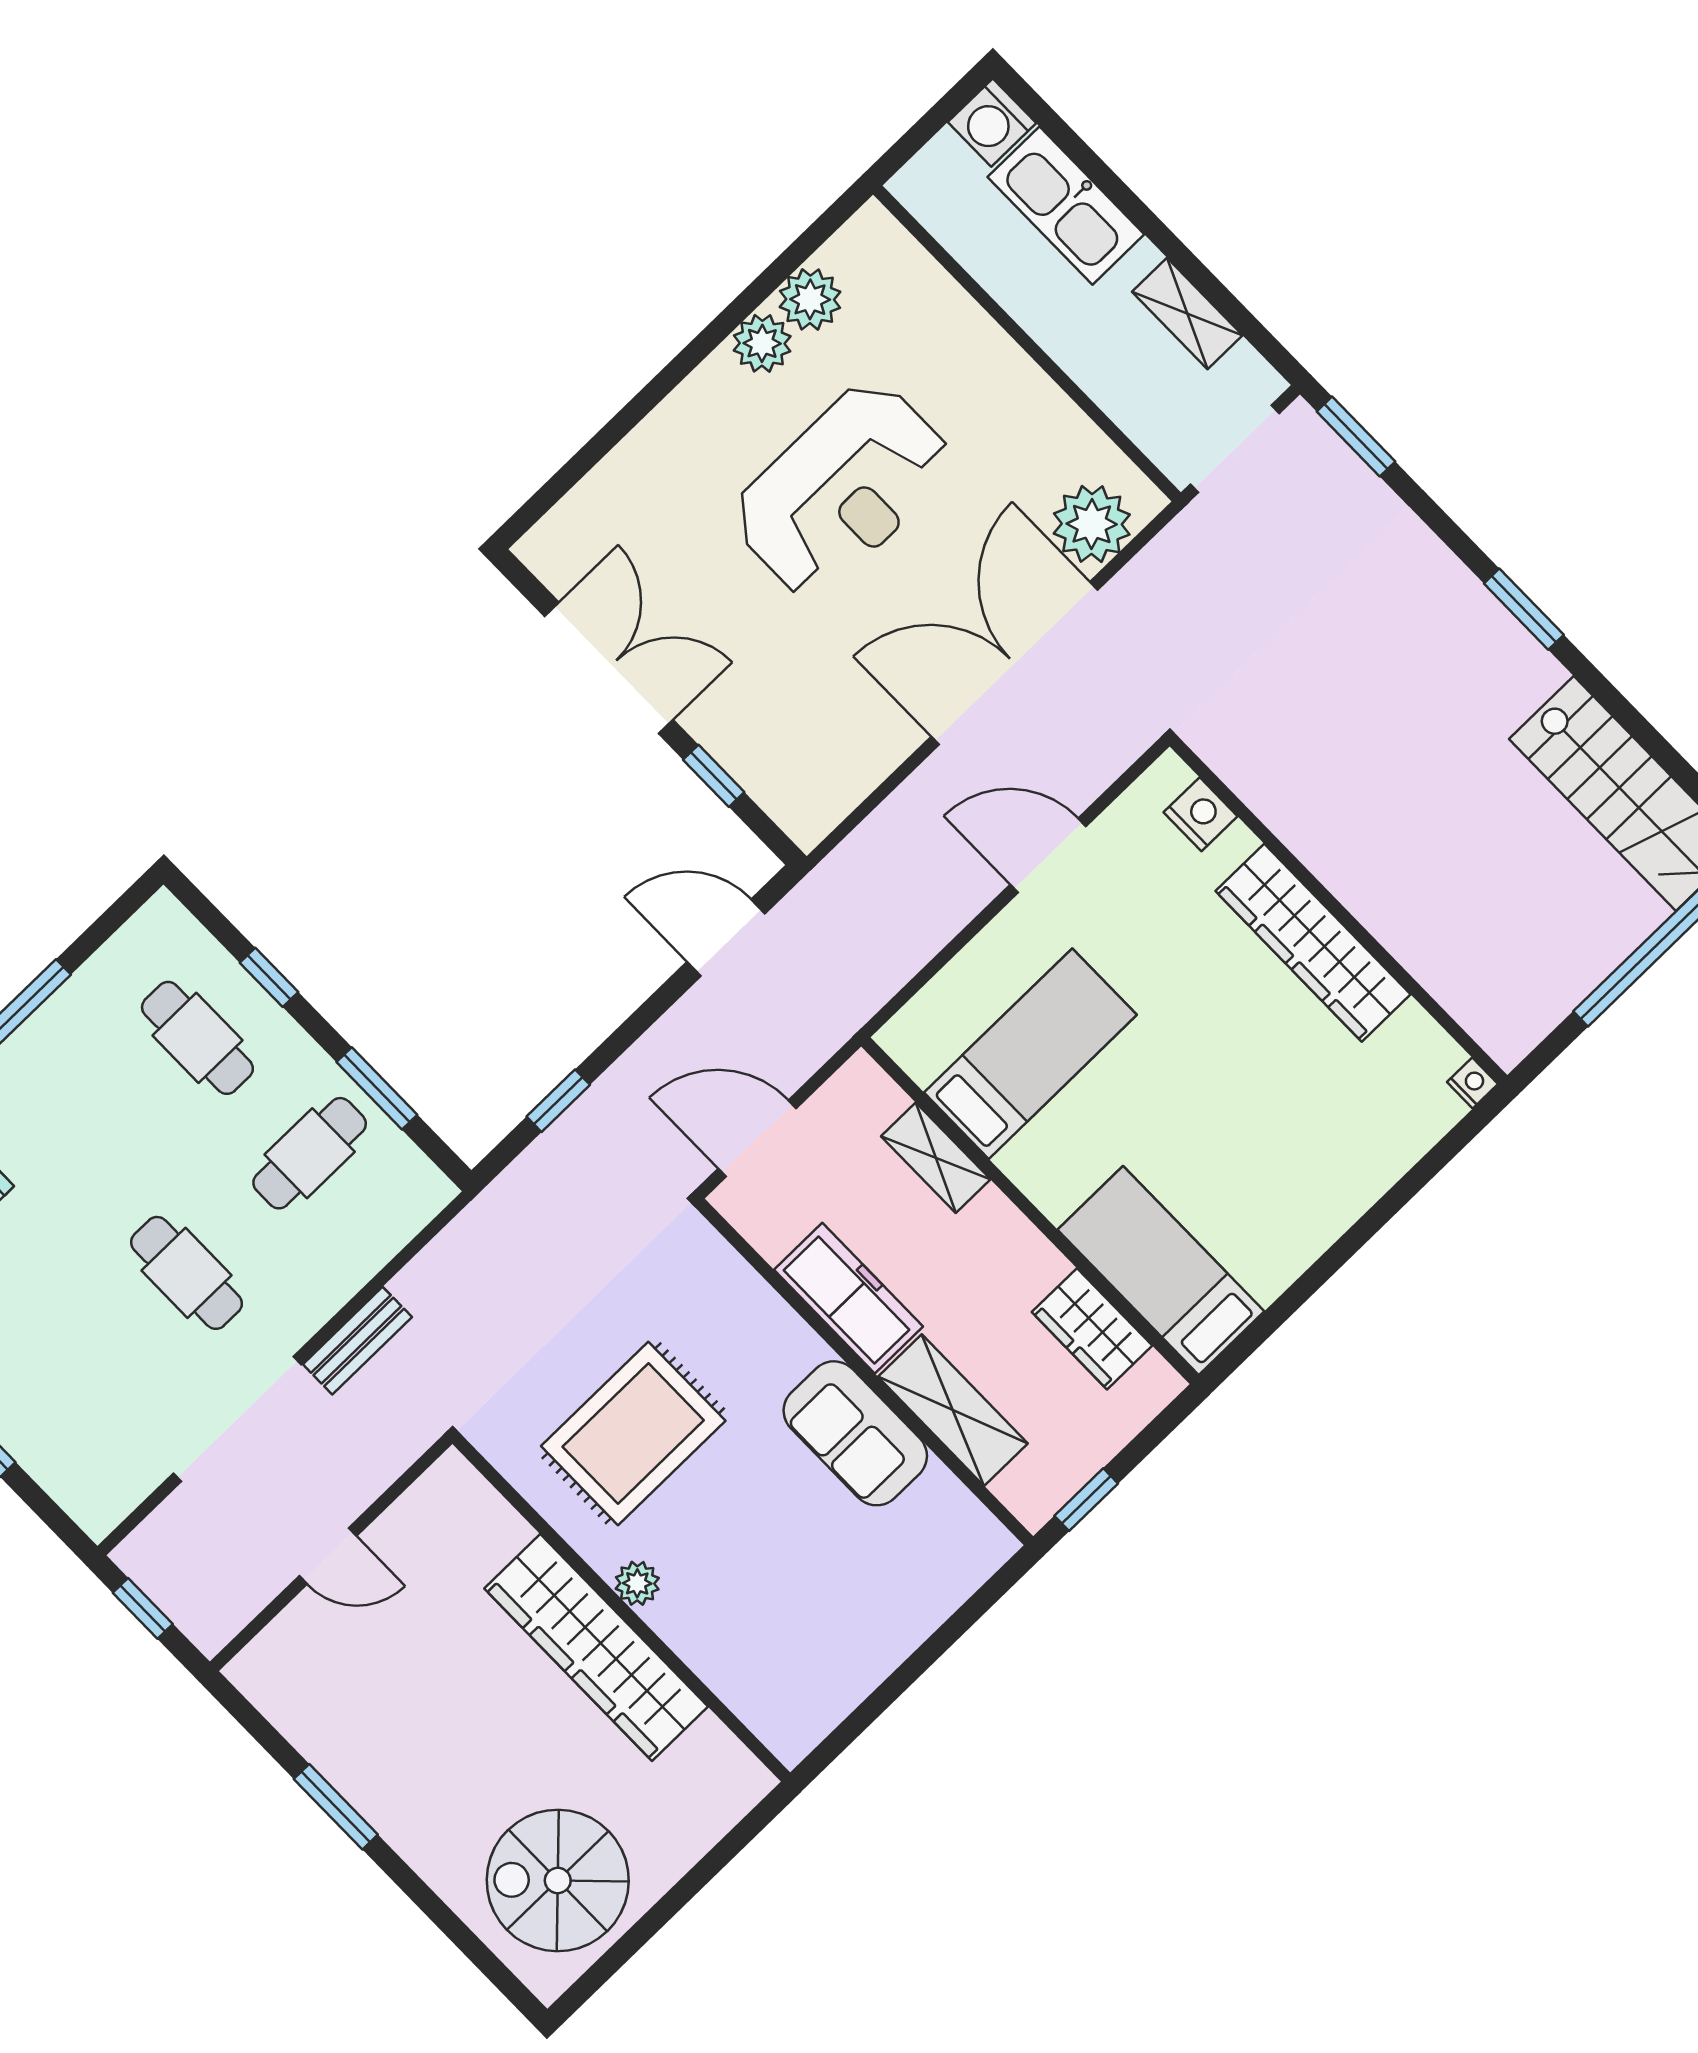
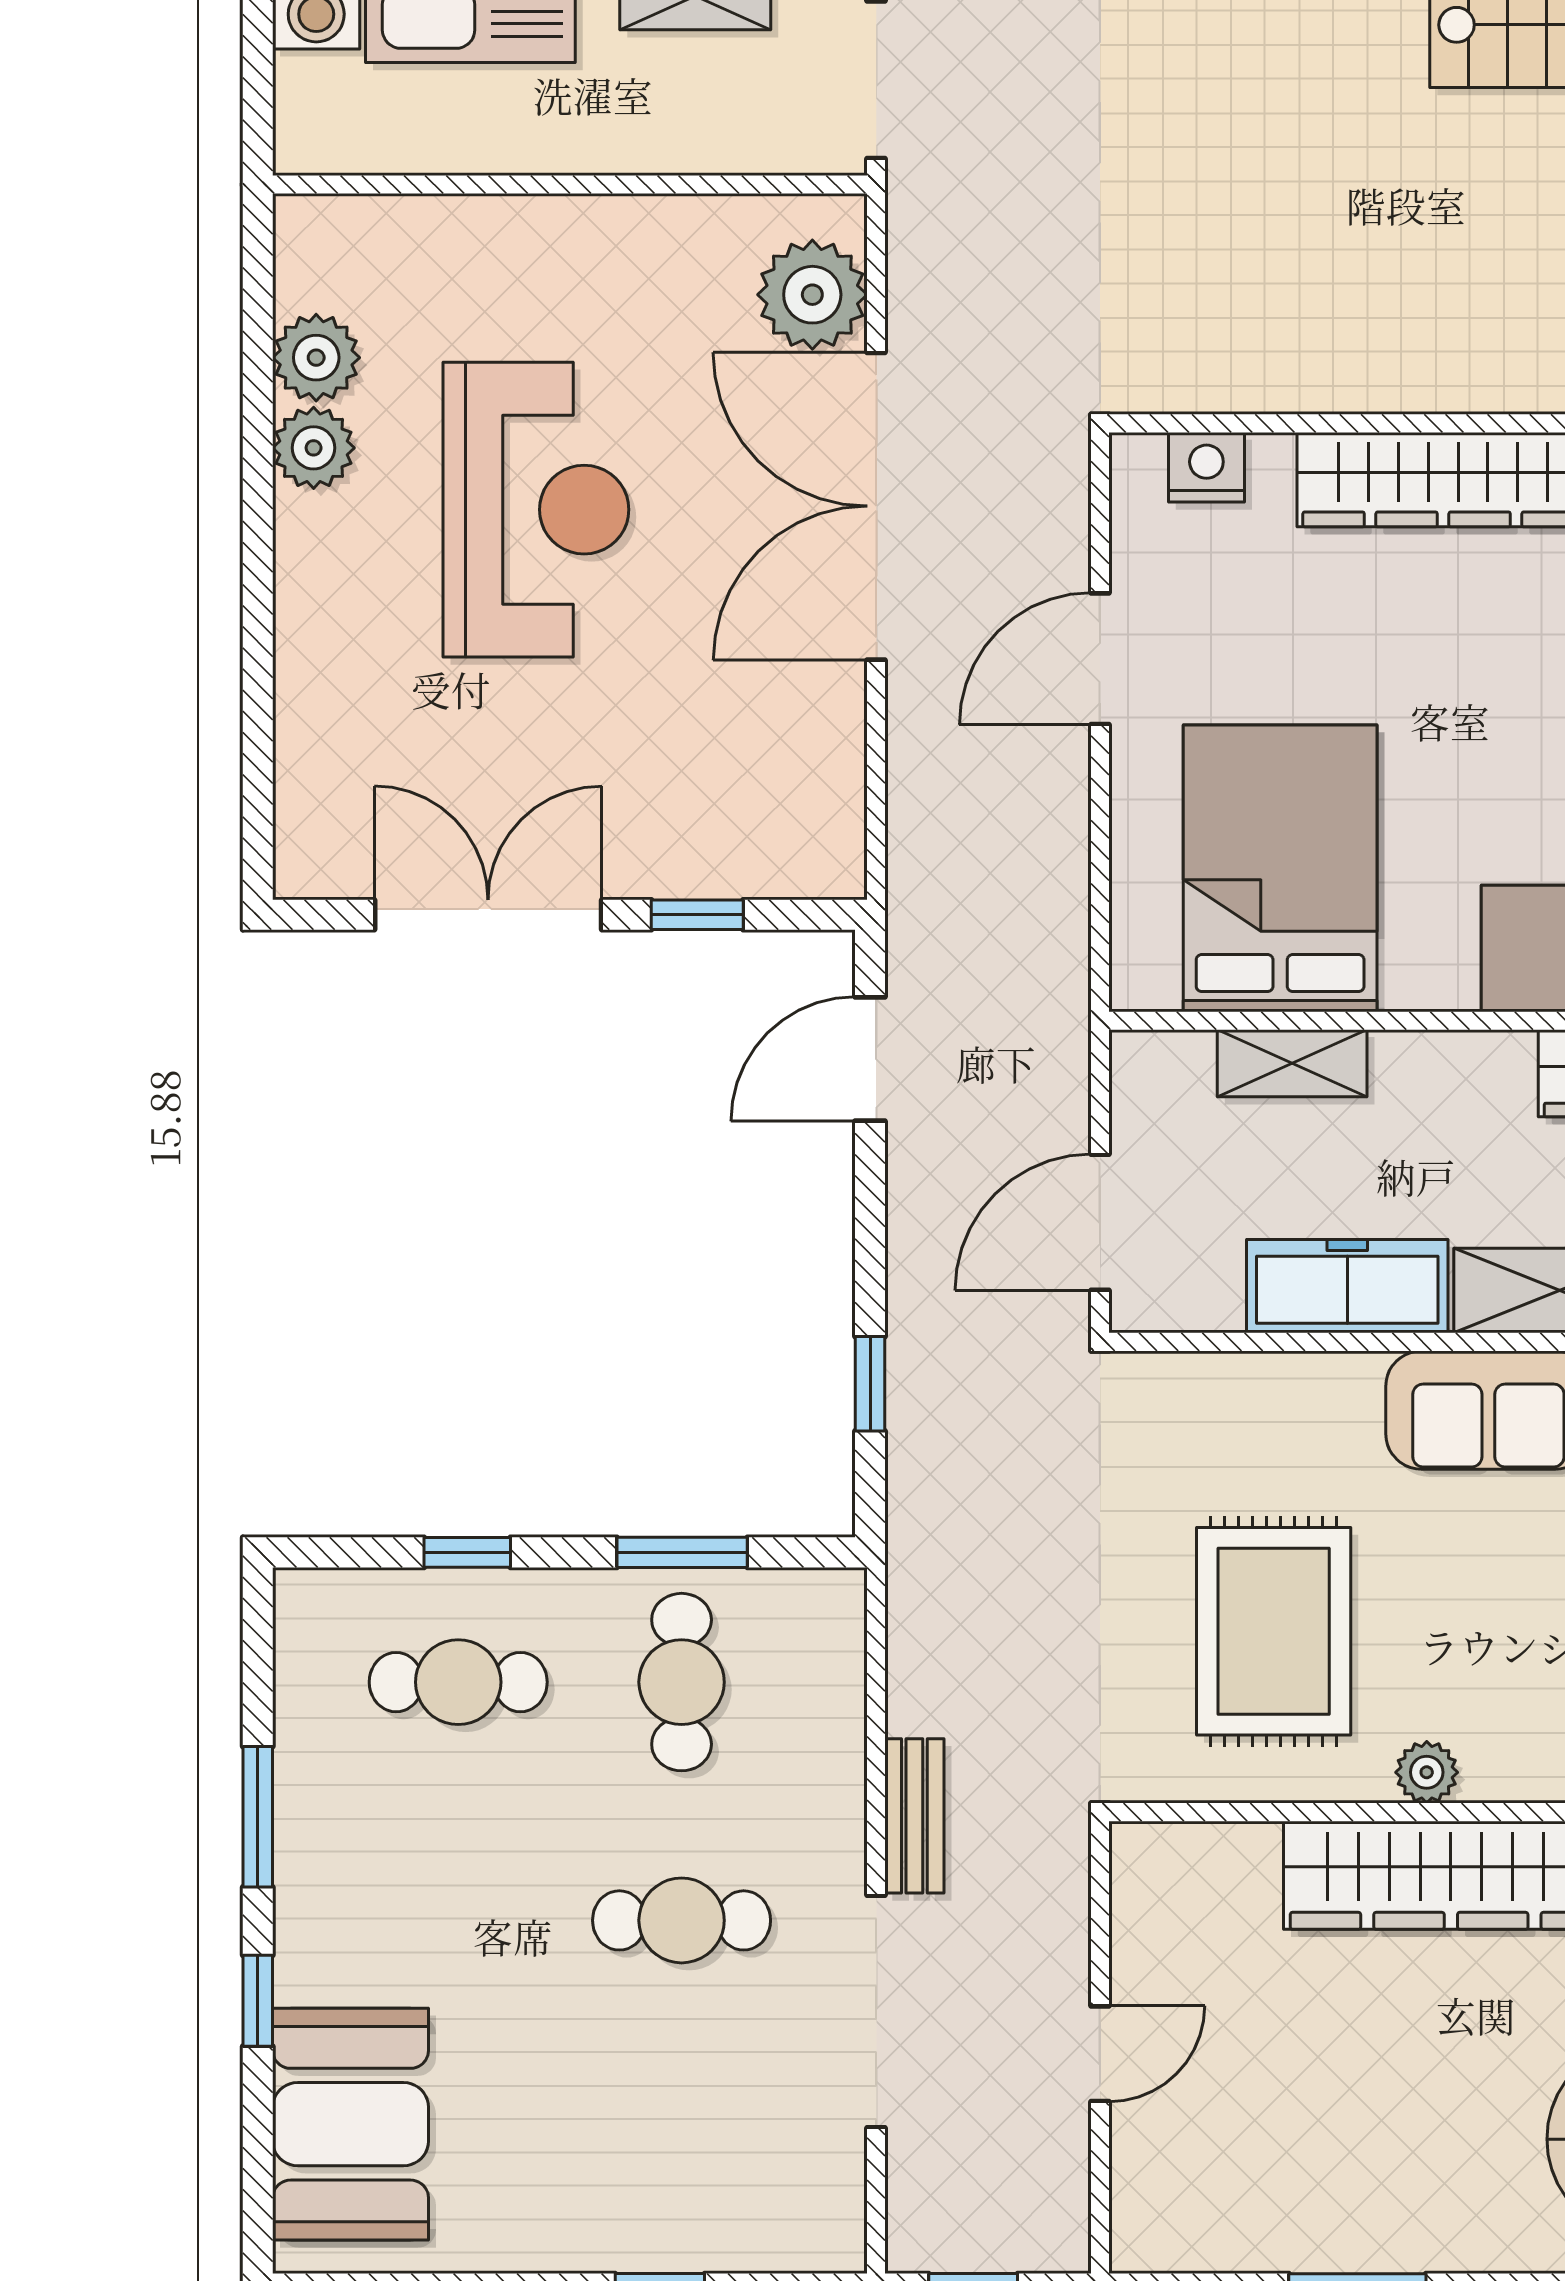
bed: (1030, 1054) -> (1280, 868), width x1.50

